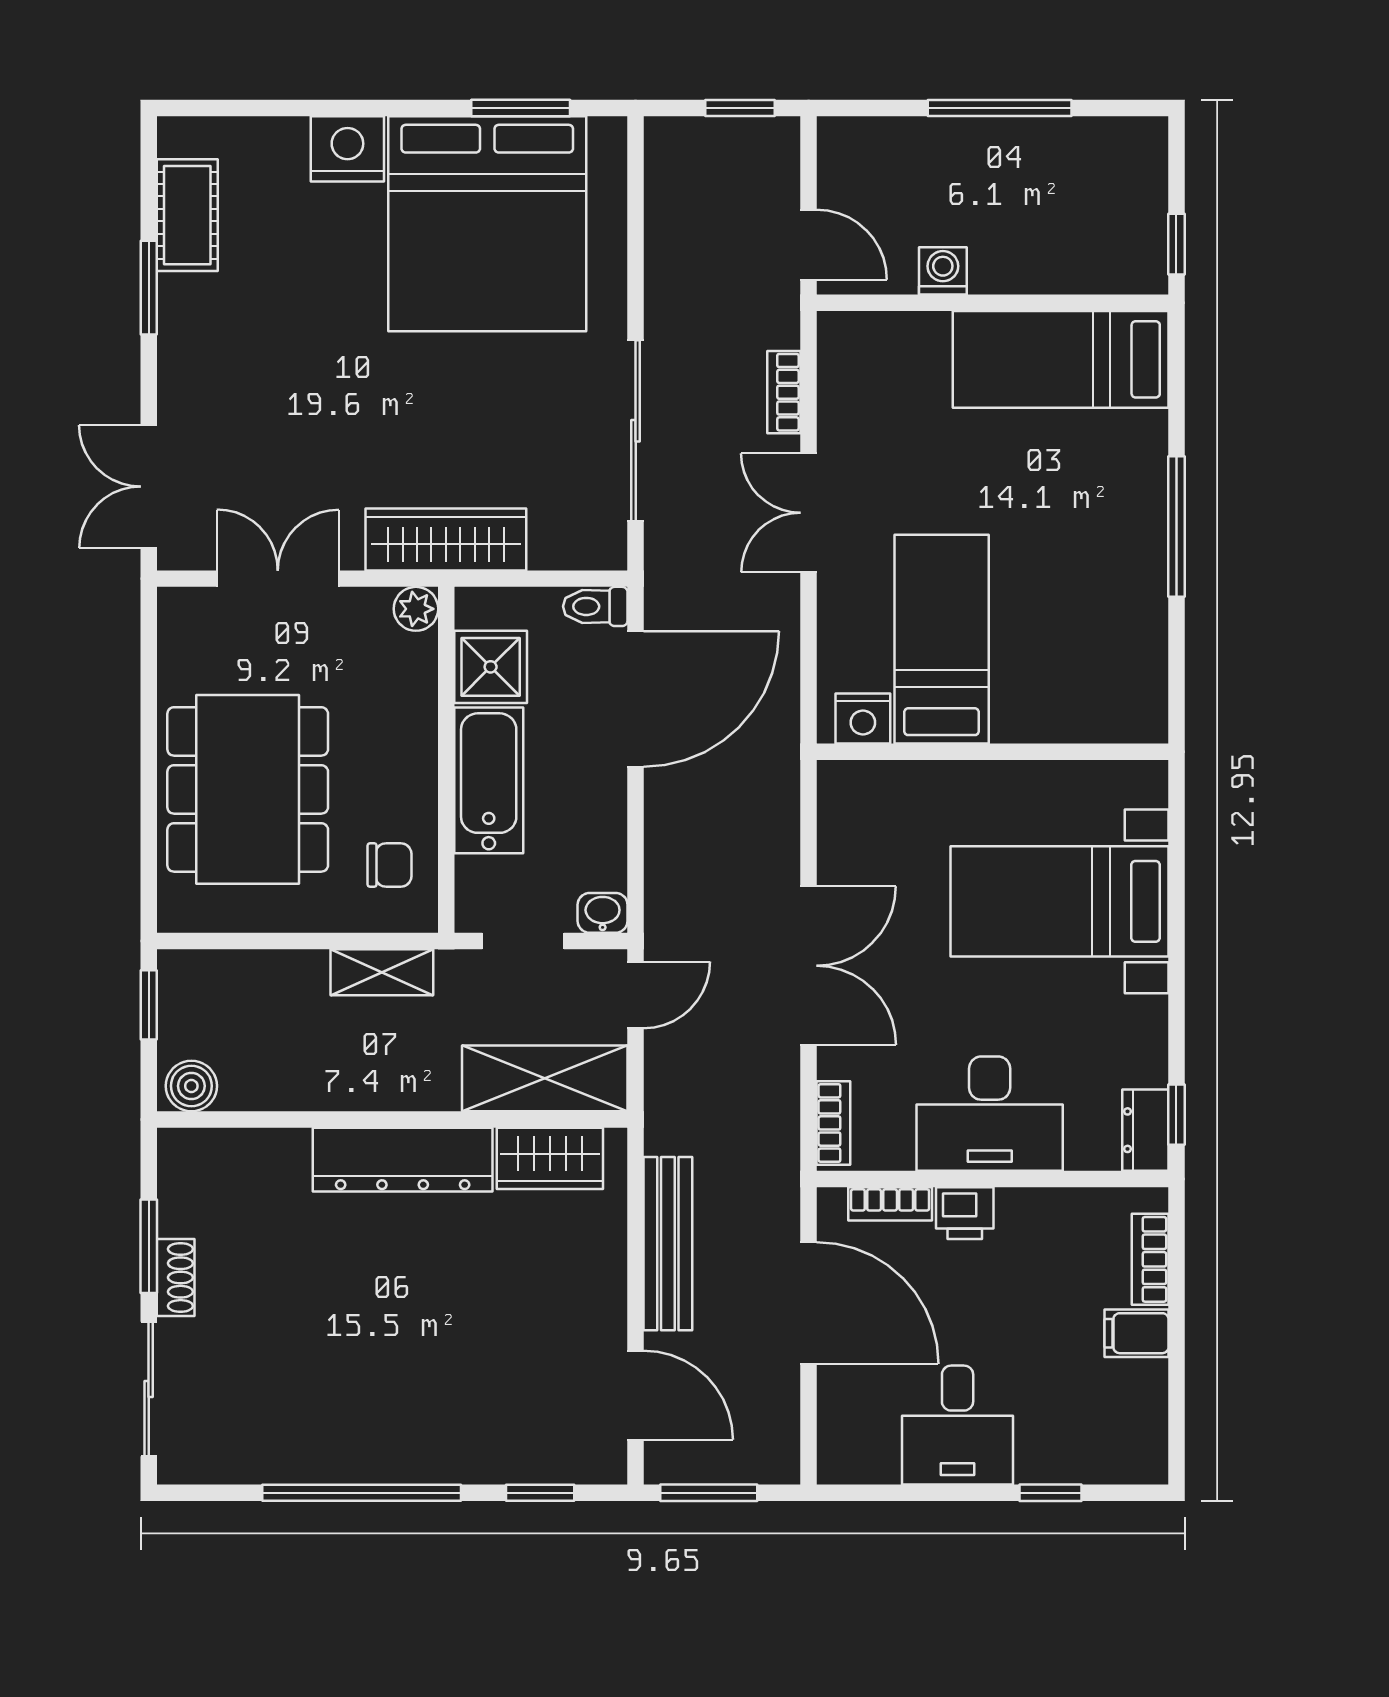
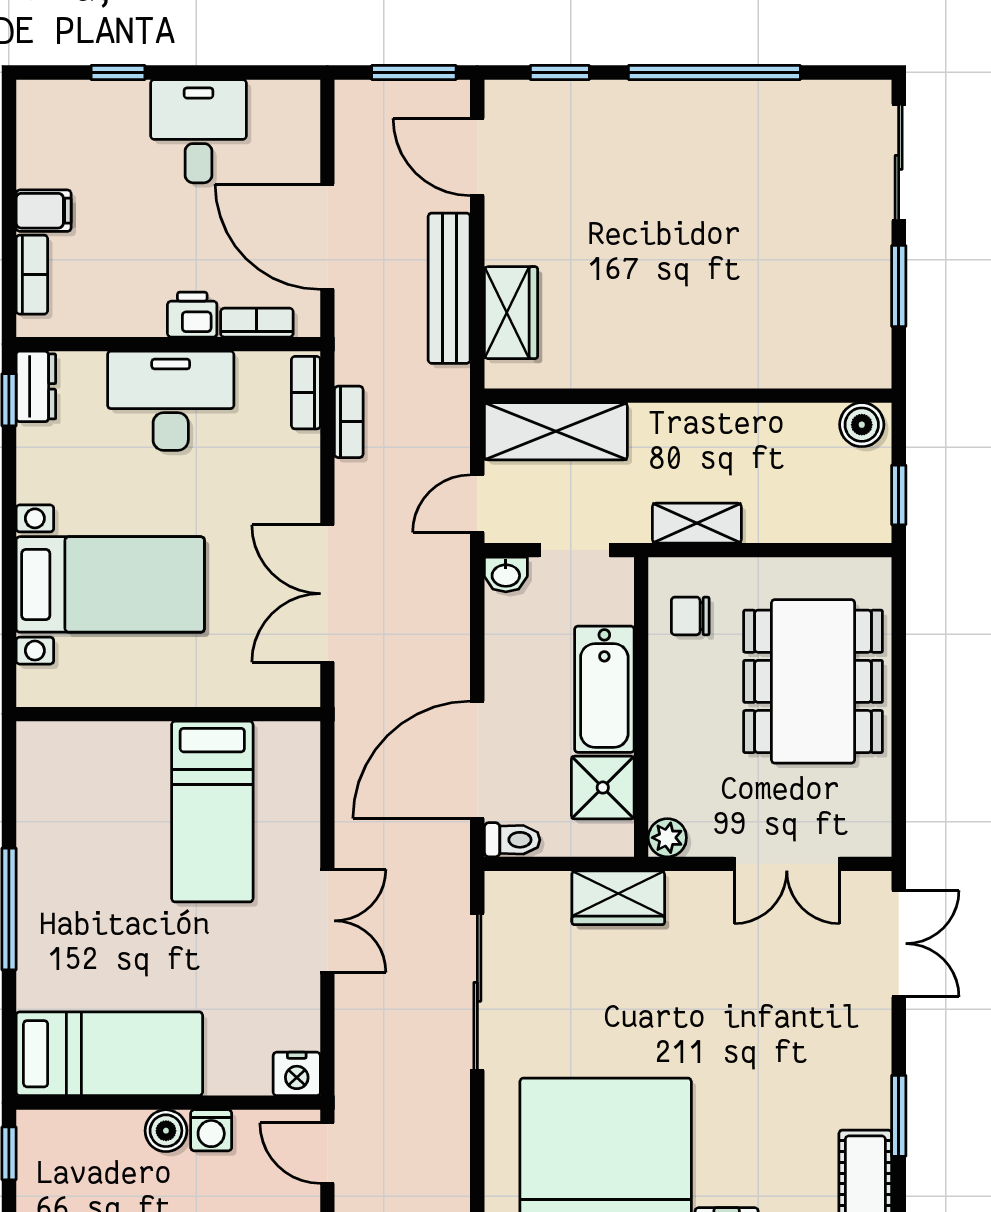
boiler: (995, 270) -> (166, 1131), added
bookcase: (784, 392) -> (349, 422), moved
wardrobe: (446, 539) -> (618, 898), width x0.67
nightstand: (863, 718) -> (297, 1074), moved, turned 180
double door: (809, 966) -> (327, 594), moved
wardrobe: (550, 1158) -> (511, 313), moved, turned 90
dresser: (403, 1160) -> (679, 361), removed
shoe rack: (176, 1277) -> (875, 259), removed

